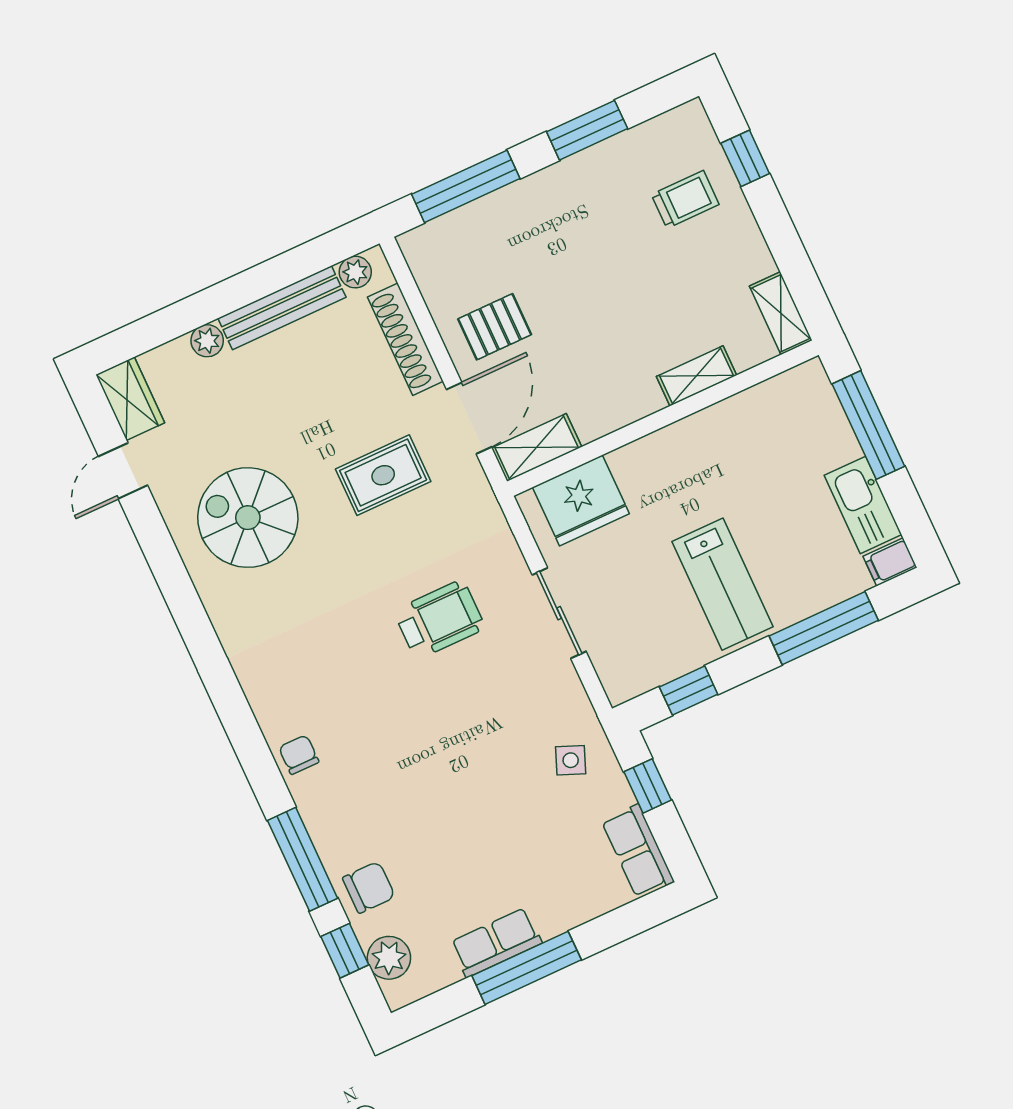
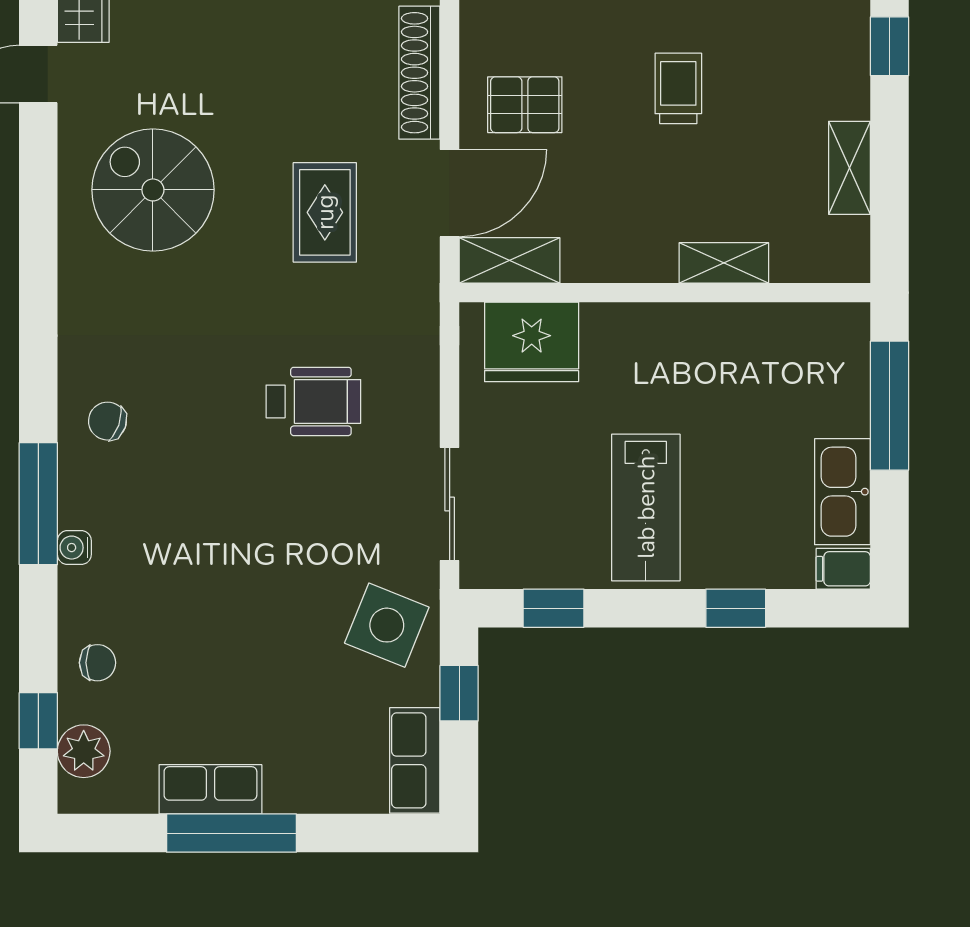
trolley: (685, 199) -> (678, 88), moved, turned -90
shelving: (781, 313) -> (849, 168), moved
rug: (383, 475) -> (325, 212), turned 90
sliding door: (559, 613) -> (450, 504), moved
window: (824, 628) -> (736, 608), width x0.46
chair: (299, 755) -> (107, 421), moved, turned -71
side table: (571, 760) -> (387, 625), width x1.87, depth x1.87
water cooler: (312, 810) -> (74, 548), added
window: (303, 859) -> (38, 504), moved
chair: (369, 887) -> (97, 663), width x0.73, depth x0.73

